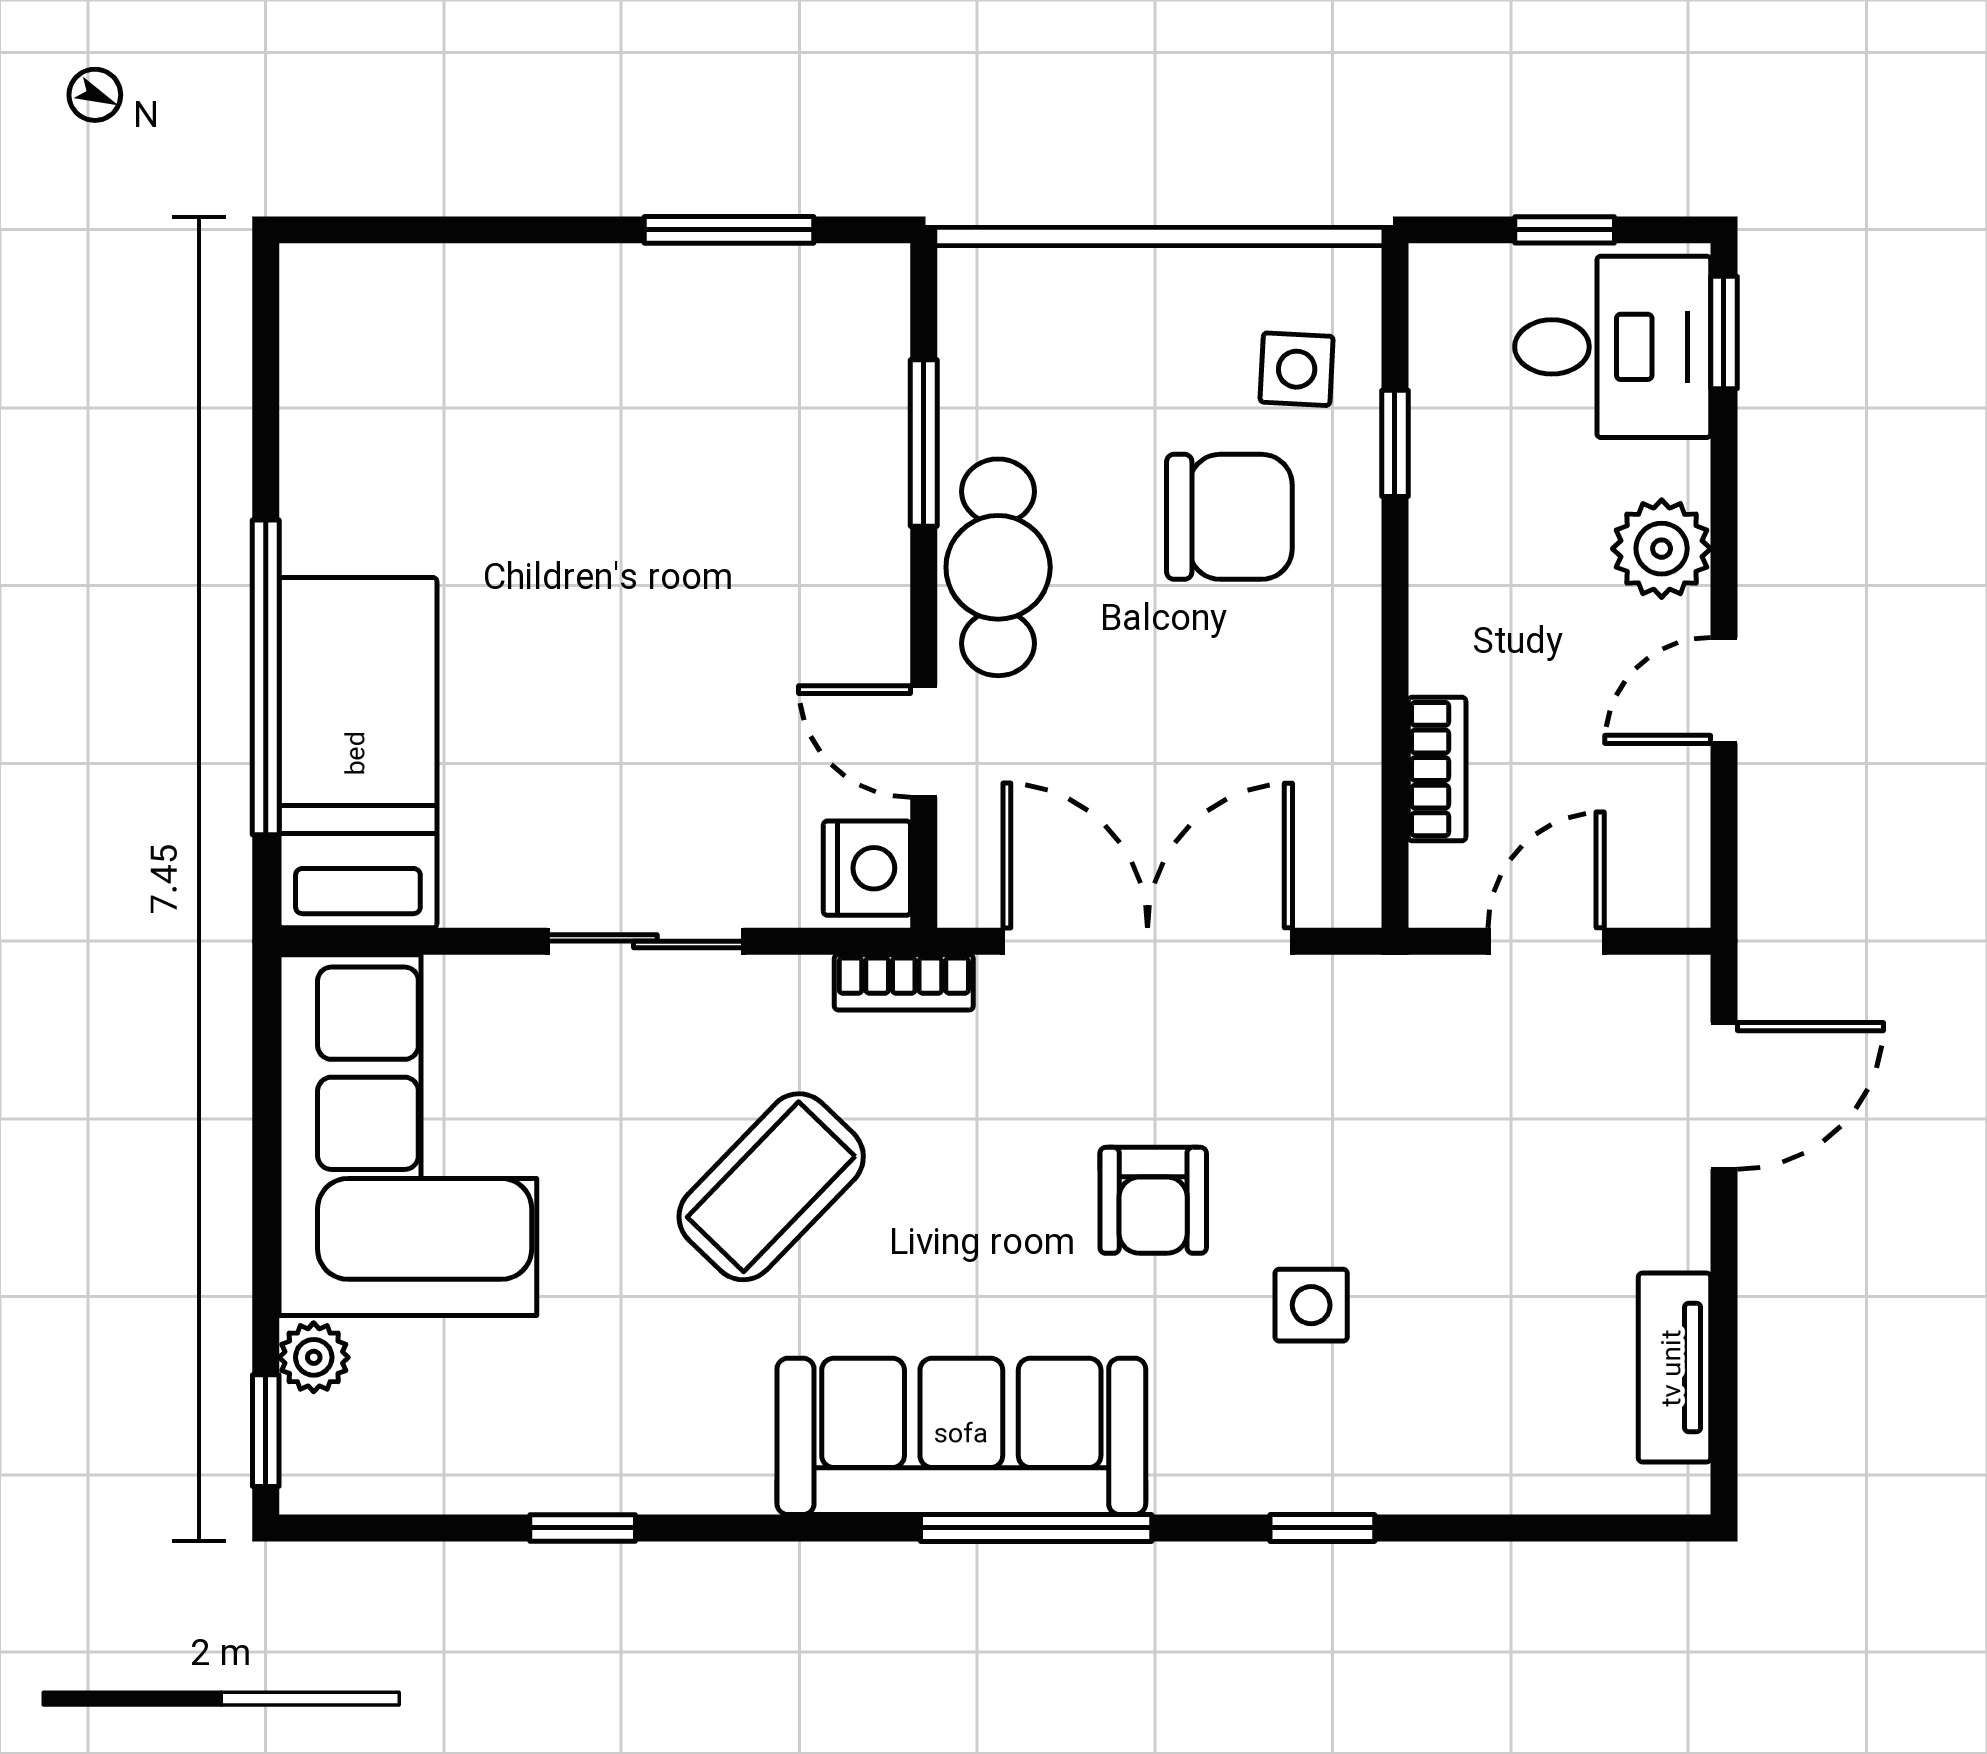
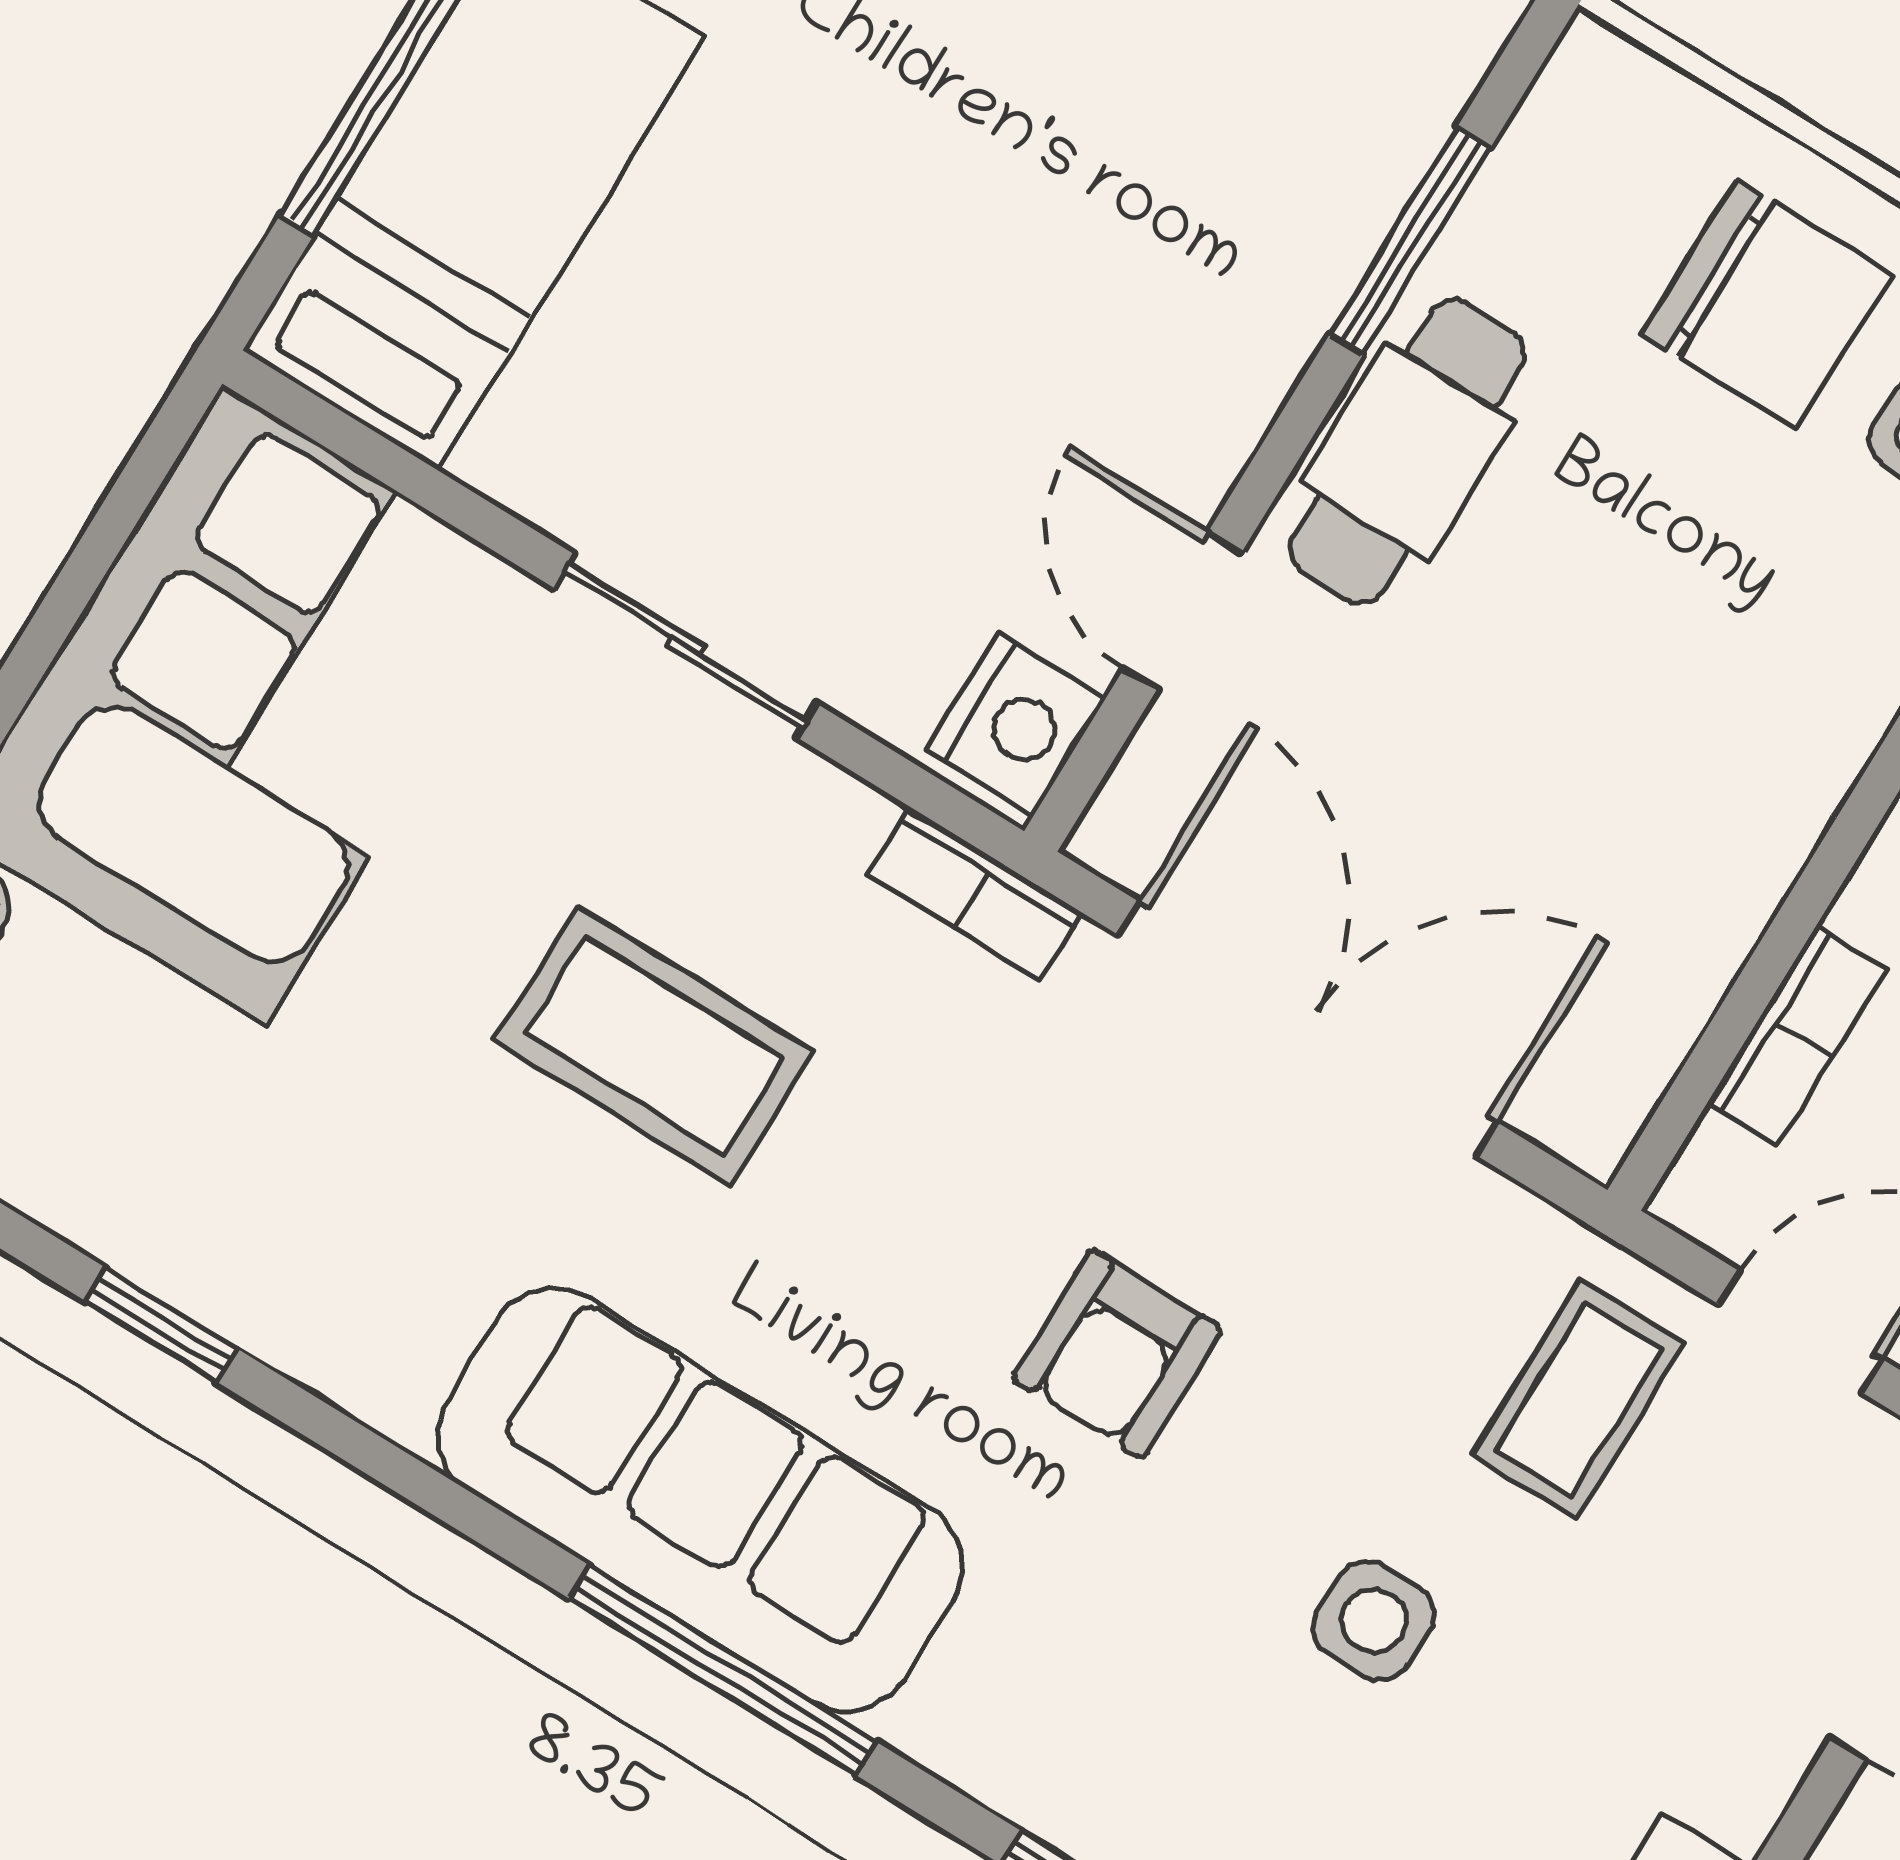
chair: (1229, 517) -> (1766, 305), moved
coffee table: (1440, 1061) -> (1579, 1400), added
coffee table: (771, 1187) -> (655, 1046), turned 46
side table: (1311, 1305) -> (1374, 1621), moved

